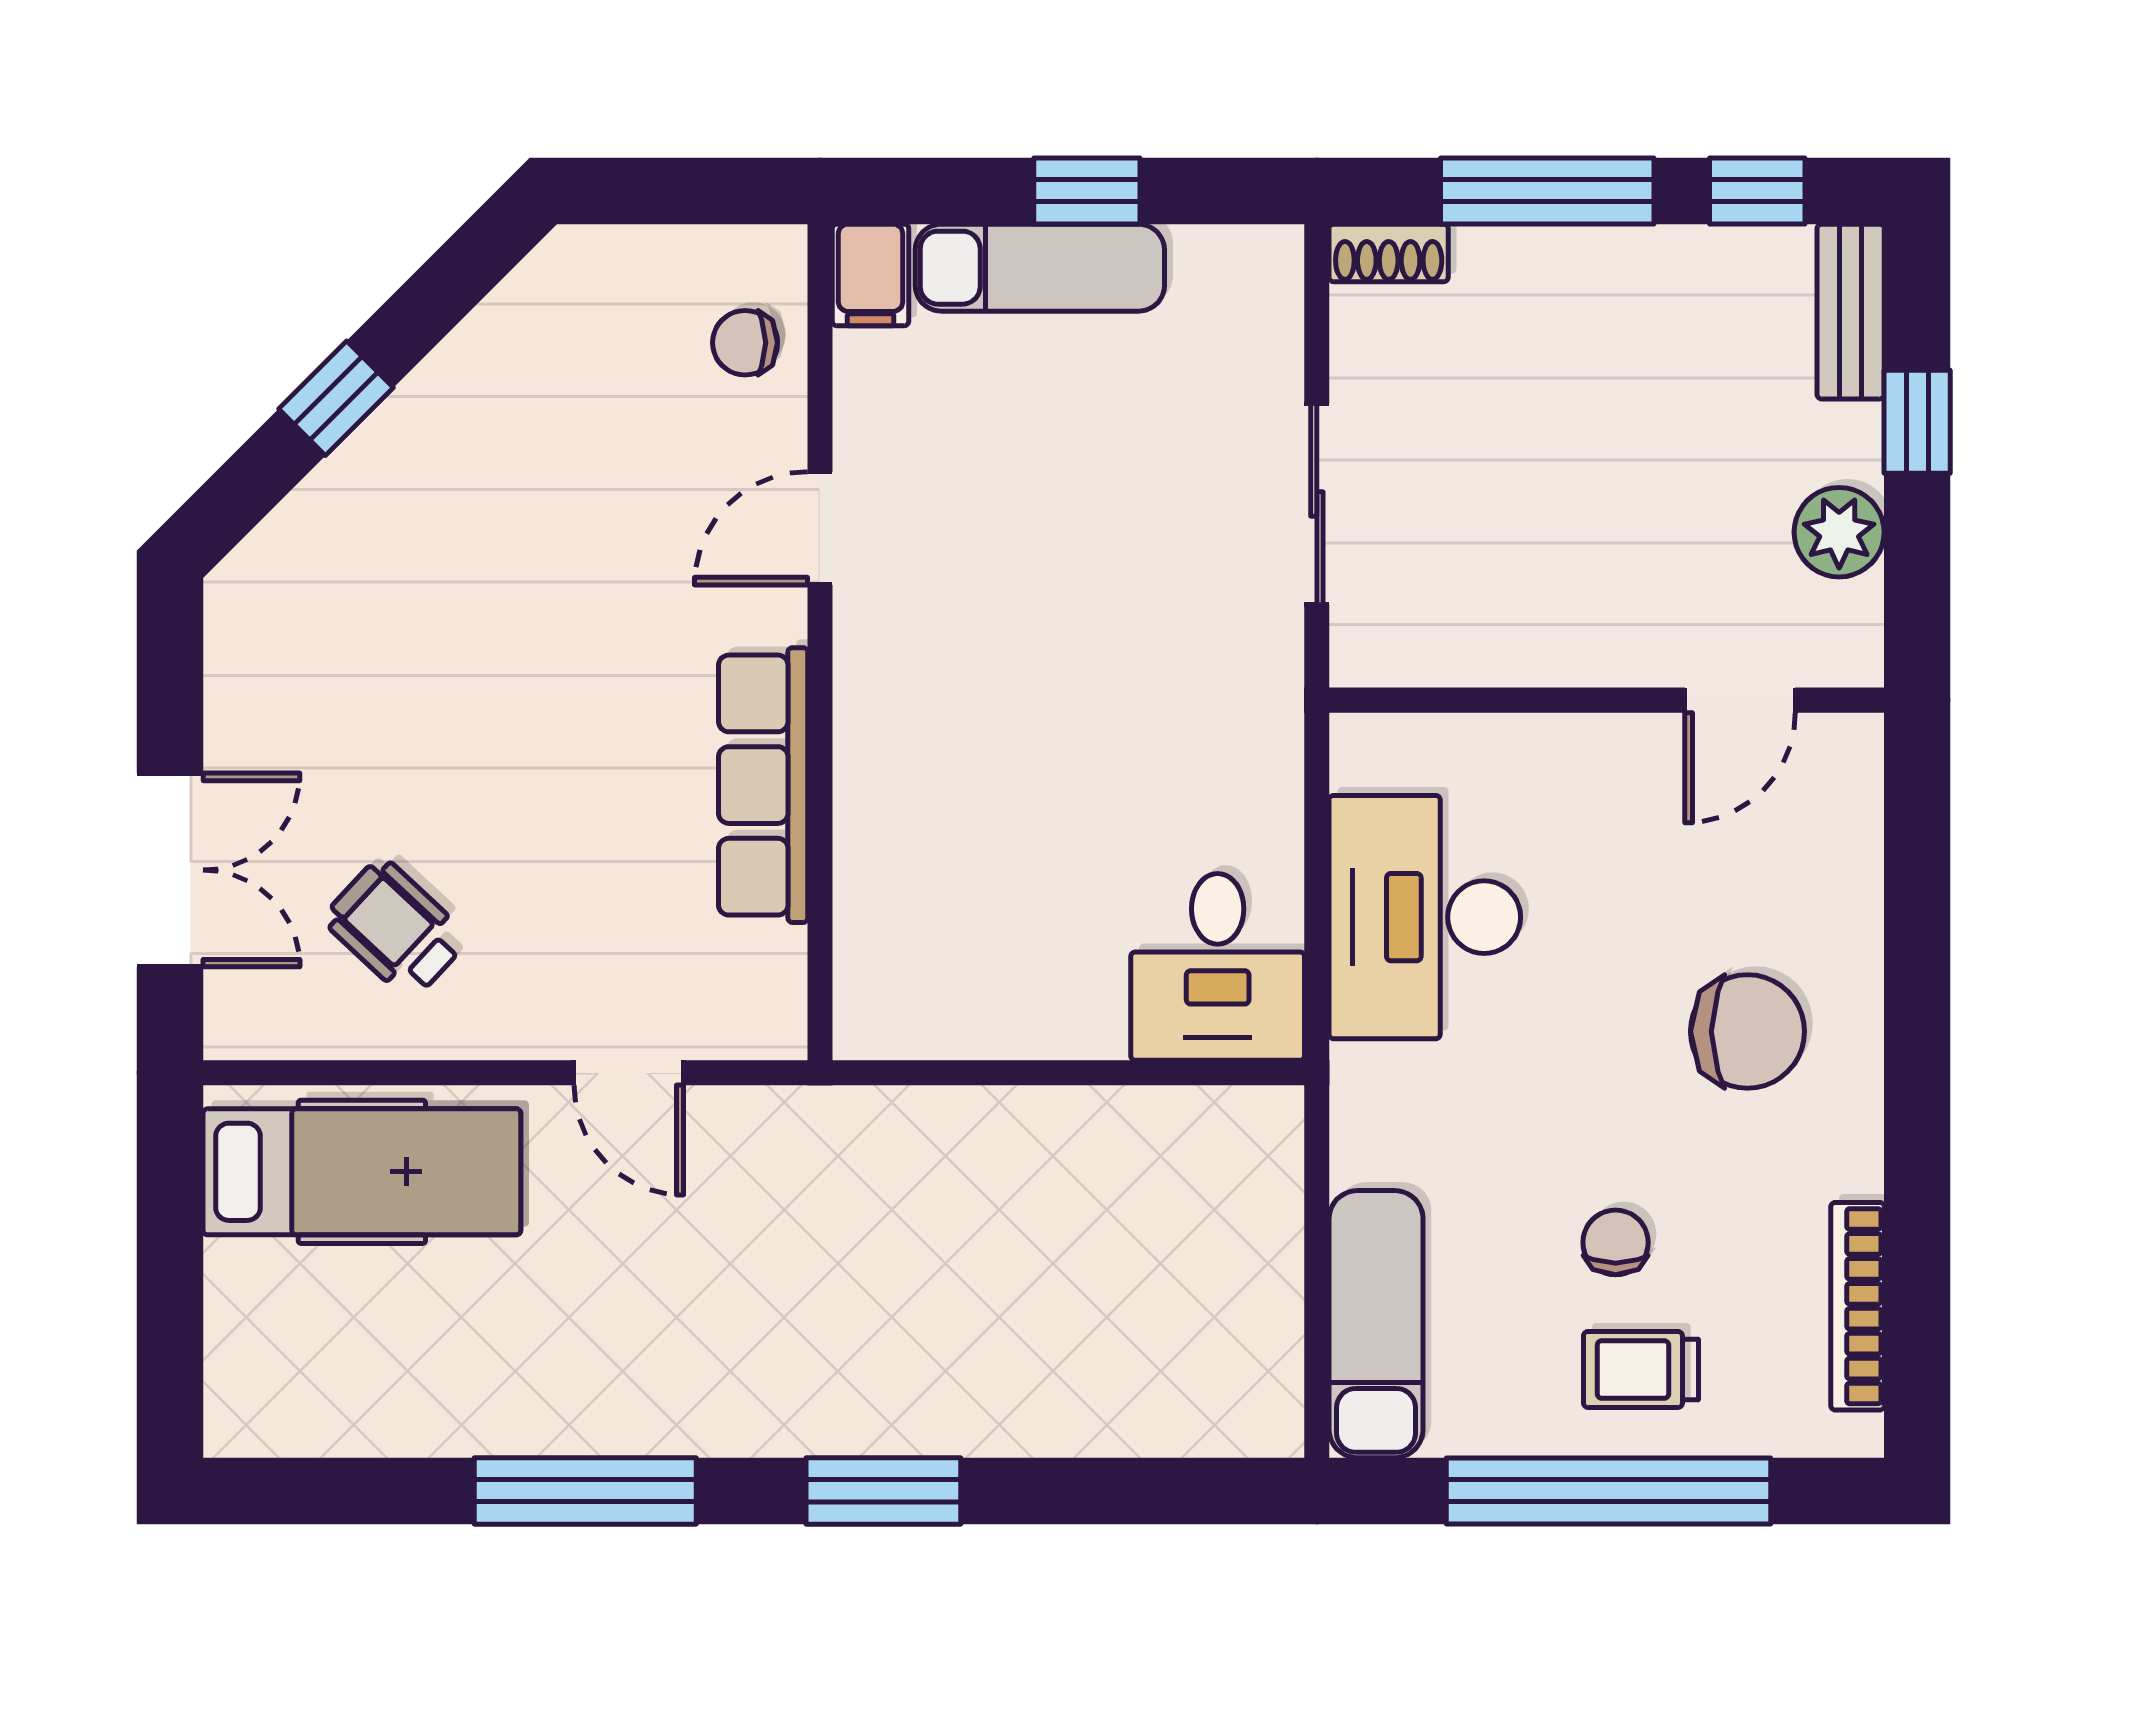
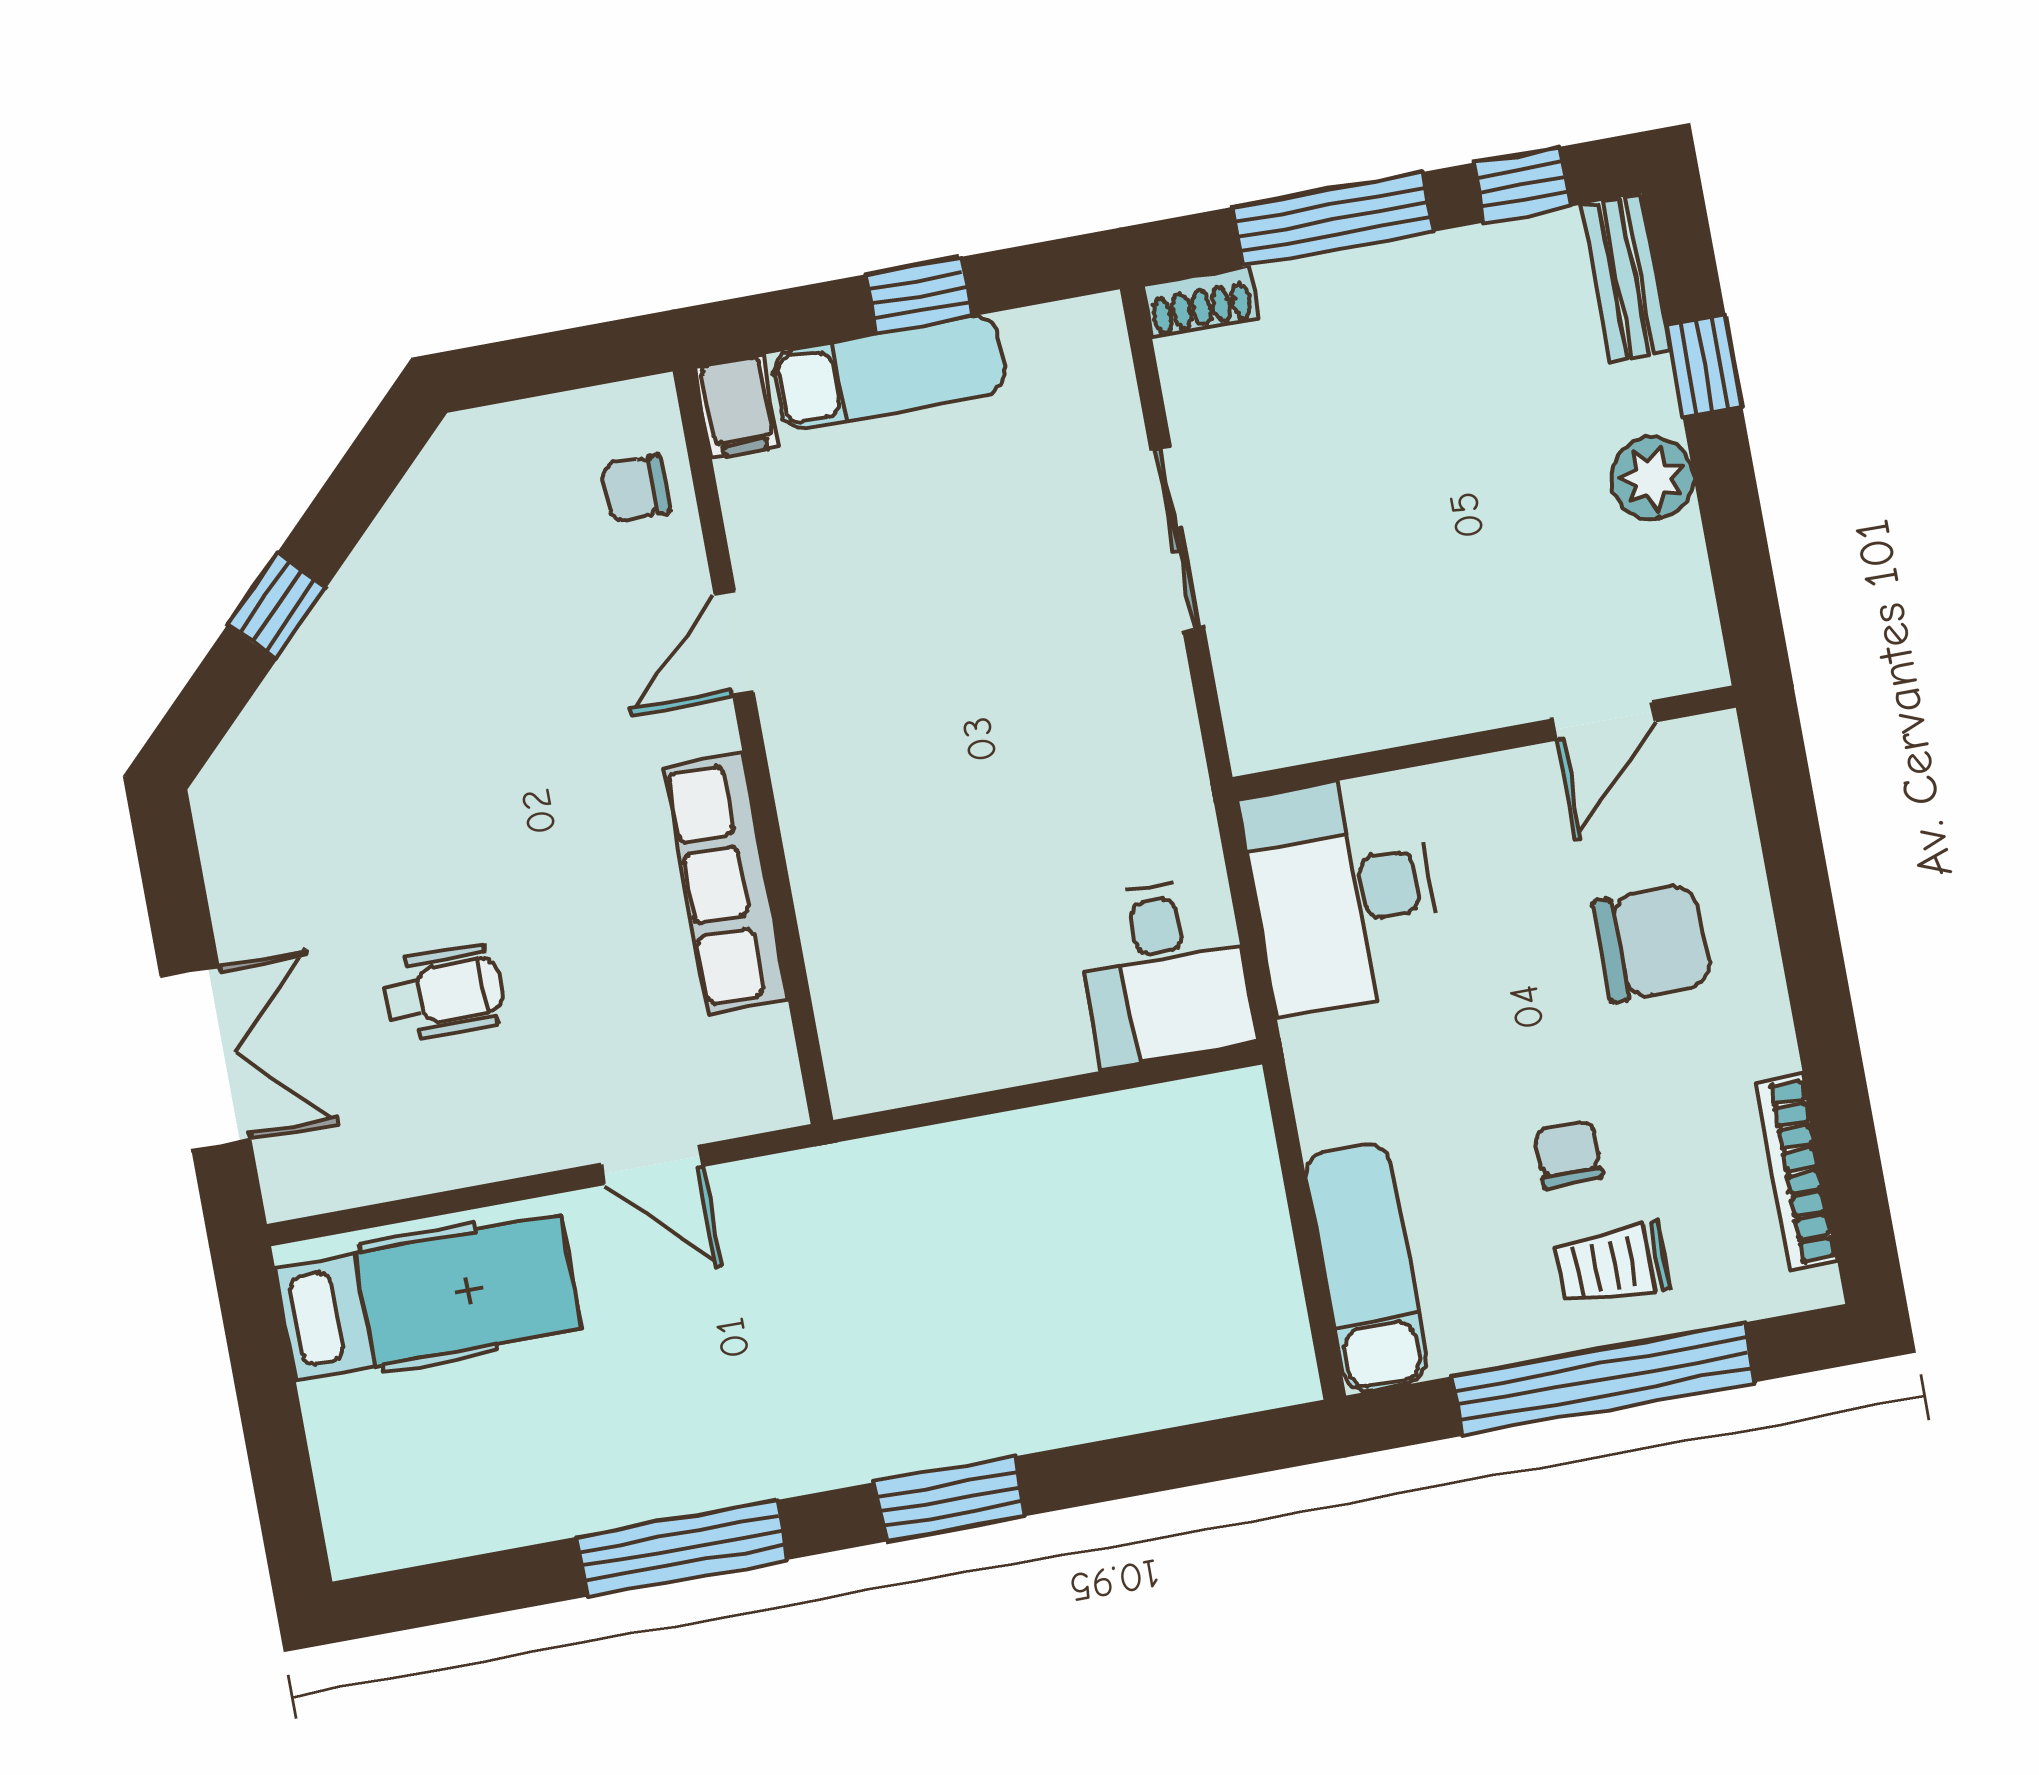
wall: (1607, 700) -> (1484, 742), moved
door: (1740, 700) -> (1604, 720), moved
wheelchair: (396, 929) -> (443, 993), moved, turned 137

